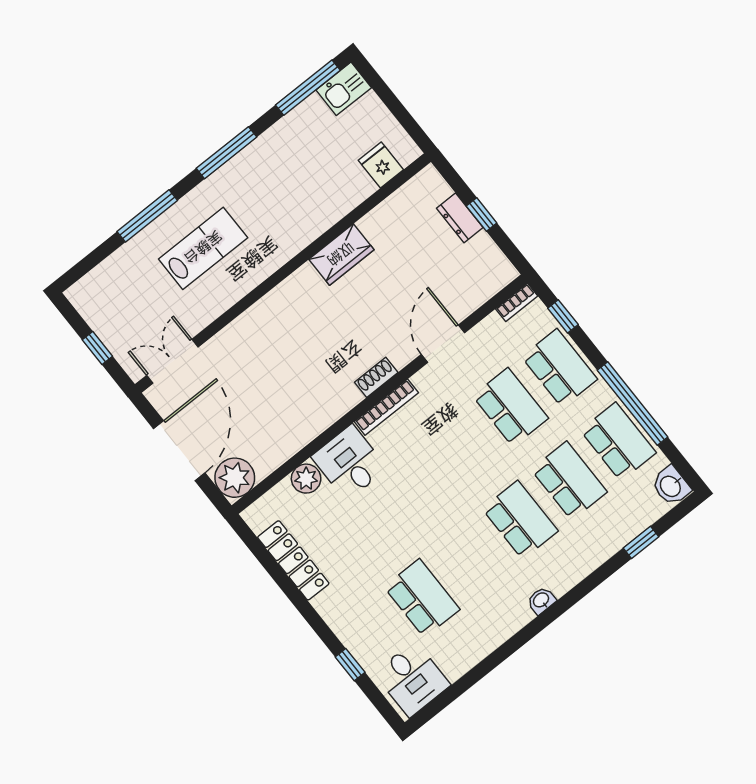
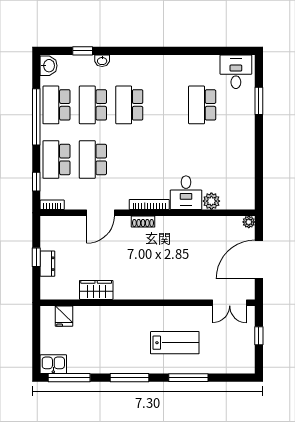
lab bench: (203, 248) -> (175, 343), turned 180
wardrobe: (341, 254) -> (96, 290), moved
plant: (235, 478) -> (249, 222), width x0.53, depth x0.53
locker: (293, 560) -> (247, 169), removed
washbasin: (541, 600) -> (102, 61), moved
window: (350, 665) -> (259, 101), width x1.50

